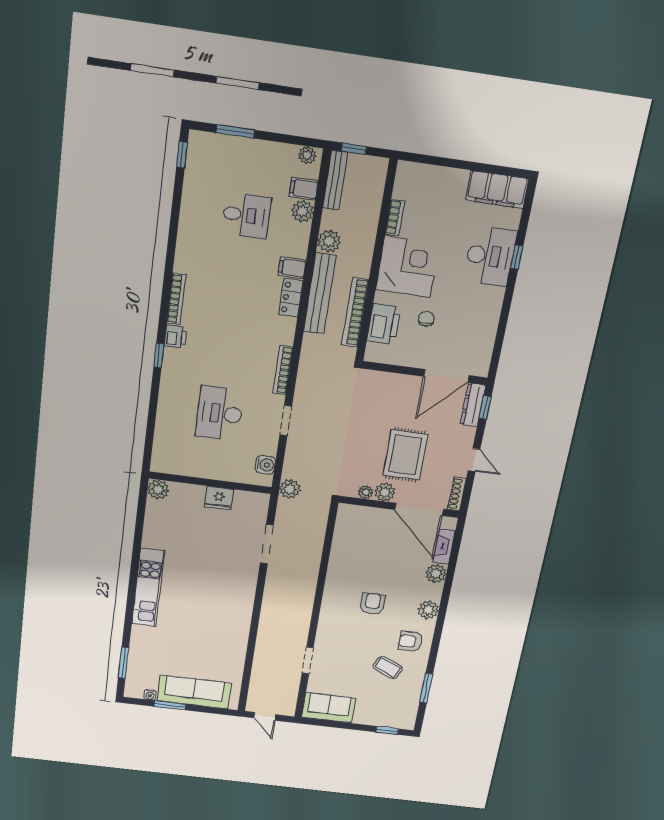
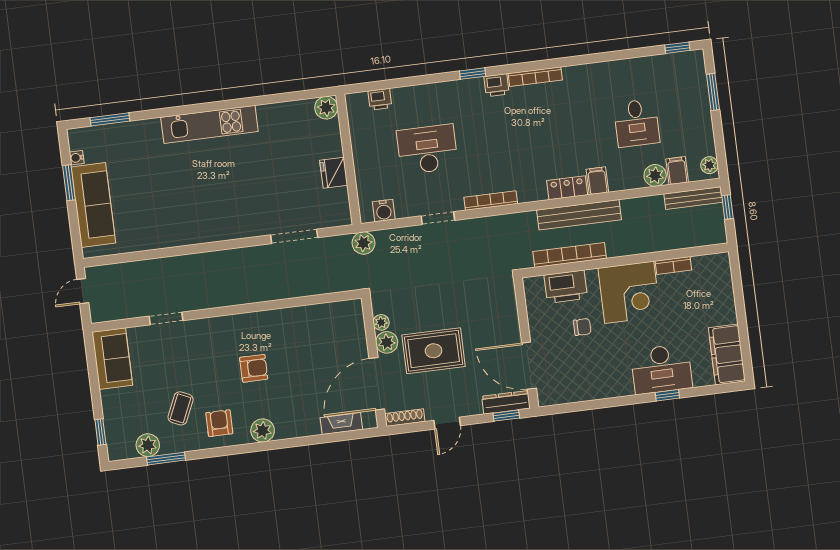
plant: (329, 241) -> (633, 209), removed
printer: (162, 443) -> (380, 99), added
plant: (436, 573) -> (148, 445), moved

